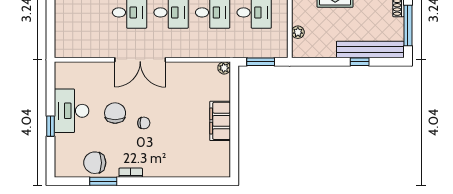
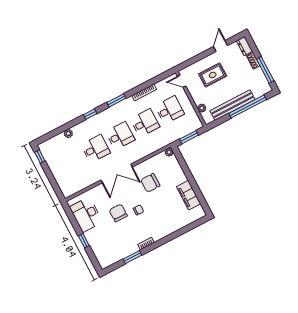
bench: (370, 49) -> (232, 105), moved
window: (360, 62) -> (248, 106), width x3.17
desk: (72, 111) -> (86, 214), moved
filing cabinet: (220, 121) -> (189, 195), moved
chair: (95, 163) -> (150, 183), moved

